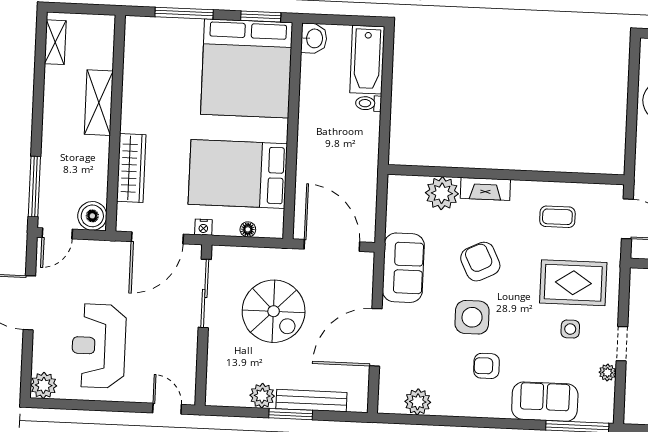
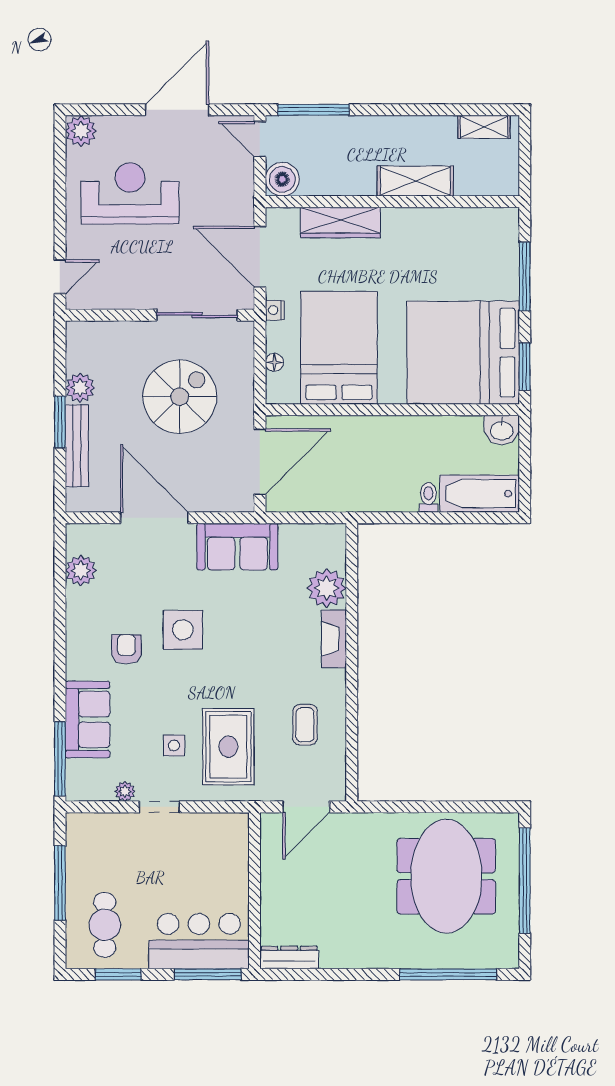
armchair: (480, 262) -> (249, 637), removed
spiral stairs: (274, 311) -> (180, 397), turned 180

